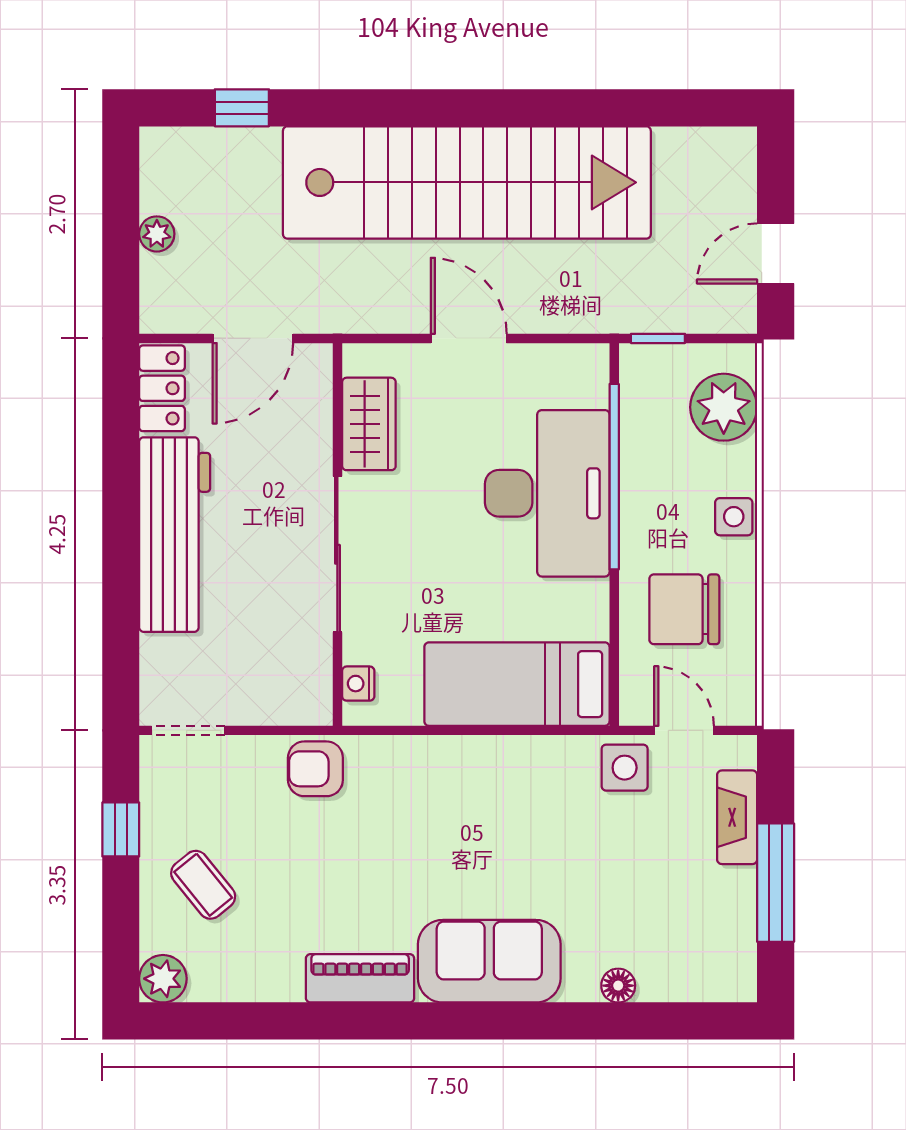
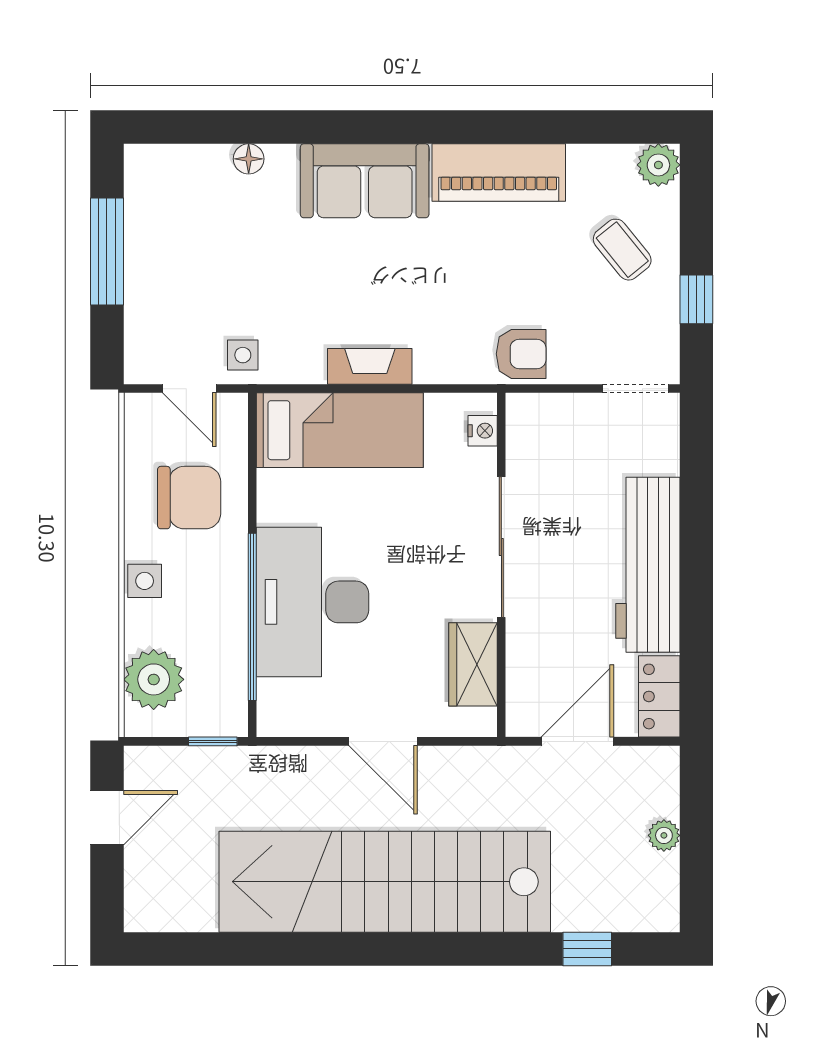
side table: (625, 768) -> (243, 355), width x0.73, depth x0.73
fireplace: (737, 817) -> (370, 366), moved, turned -90
piano: (360, 978) -> (499, 173), width x1.37, depth x1.33

